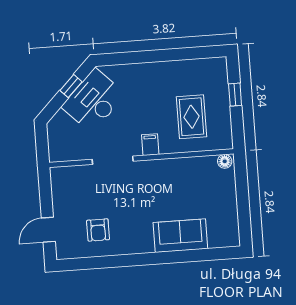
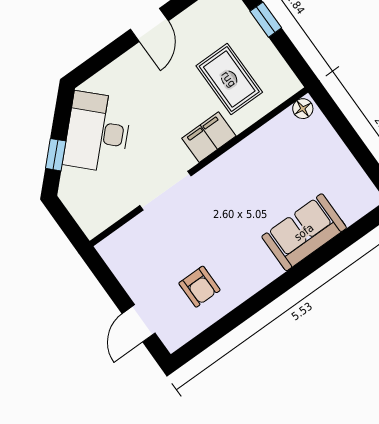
door: (163, 55) -> (149, 25), added
window: (71, 86) -> (56, 155), moved
filing cabinet: (150, 145) -> (209, 137), width x2.00

